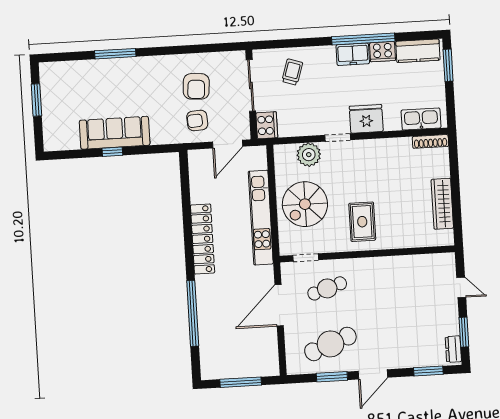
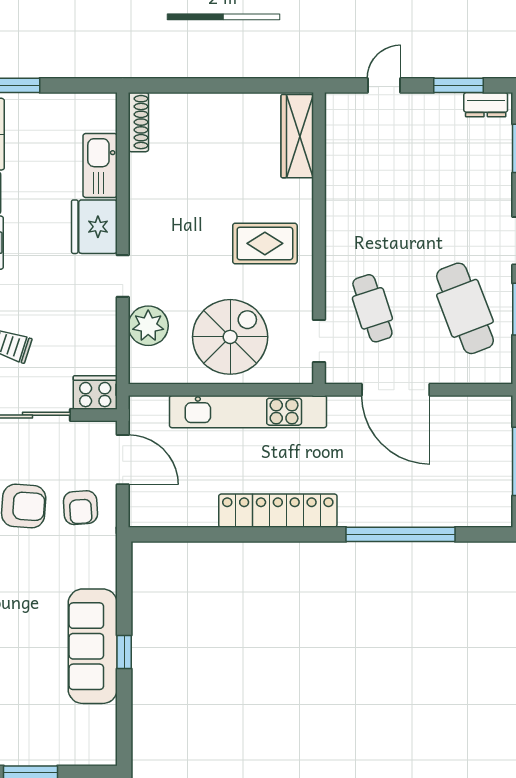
kitchen sink: (421, 119) -> (100, 166), moved
spiral stairs: (305, 204) -> (230, 337), turned -90
wardrobe: (442, 204) -> (297, 136), moved, turned 90

